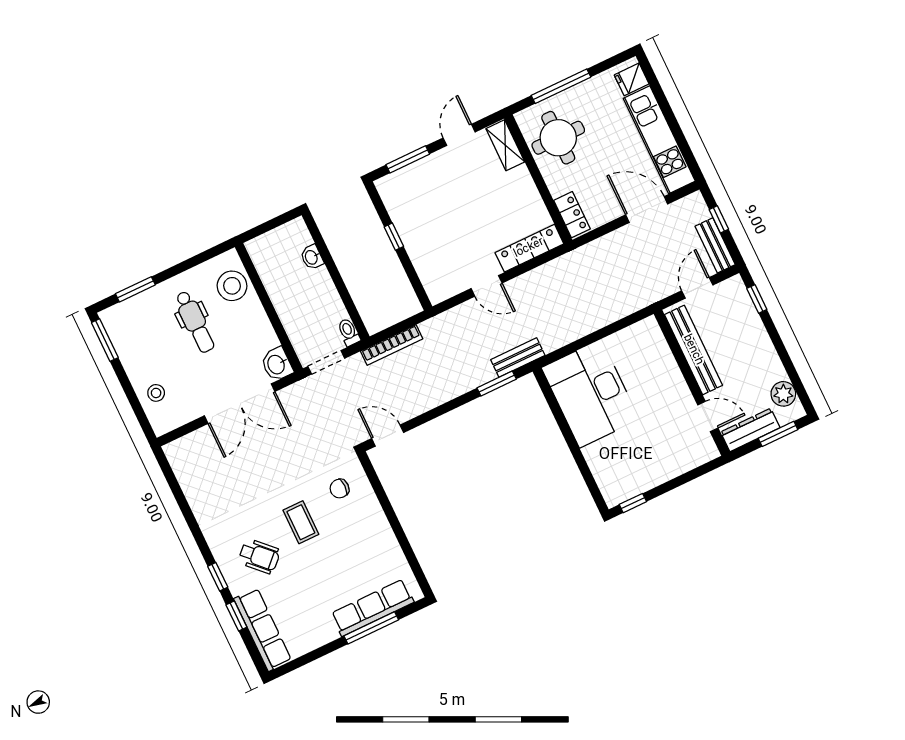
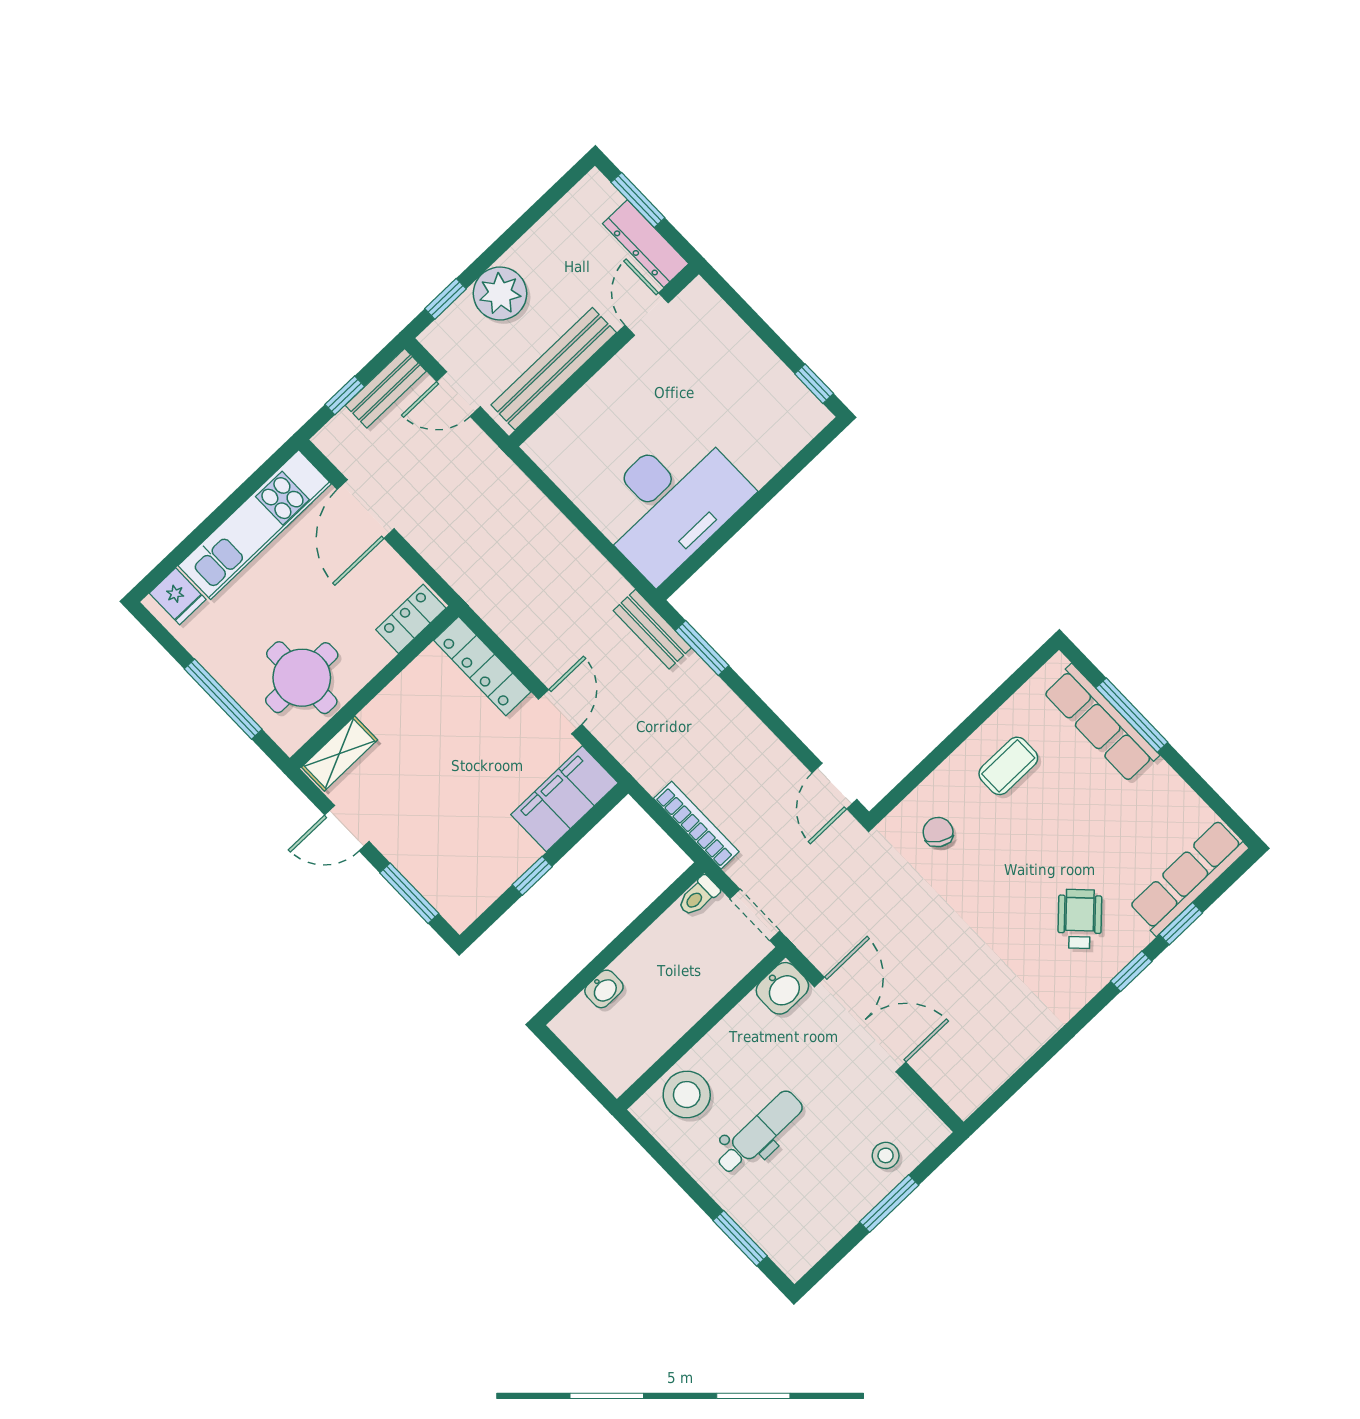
filing cabinet: (434, 271) -> (564, 799), added
window: (105, 340) -> (889, 1203), moved
plant: (783, 394) -> (500, 294), moved, width x1.36, depth x1.36
chair: (340, 489) -> (938, 832), turned -147
coffee table: (301, 522) -> (1008, 766), moved

